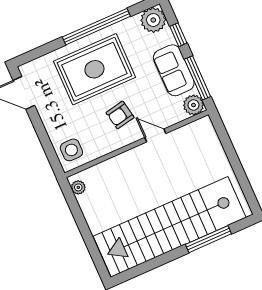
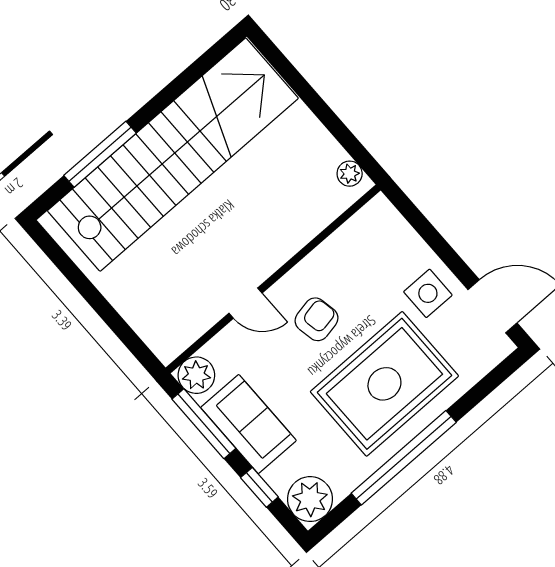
side table: (71, 150) -> (428, 293), moved

